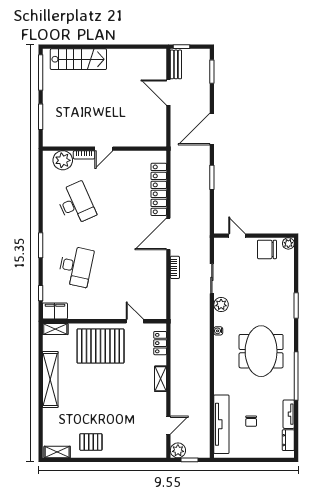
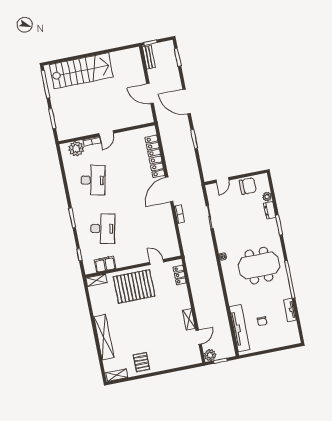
stairs: (78, 59) -> (81, 71), width x1.36, depth x1.51
door: (168, 93) -> (150, 93), moved
door: (212, 129) -> (187, 101), hinge flipped
desk: (76, 204) -> (93, 180), turned 36
door: (237, 236) -> (222, 180), swing flipped
plant: (288, 243) -> (267, 197), moved
chair: (267, 249) -> (248, 186), turned 180
plant: (221, 305) -> (221, 236), removed
filing cabinet: (55, 311) -> (105, 264), moved
meeting table: (261, 351) -> (259, 266), turned 90
shelving: (50, 379) -> (104, 337), moved
shelving: (161, 379) -> (189, 319), moved
dresser: (288, 440) -> (270, 210), moved
pallet: (91, 442) -> (141, 362), turned 90

